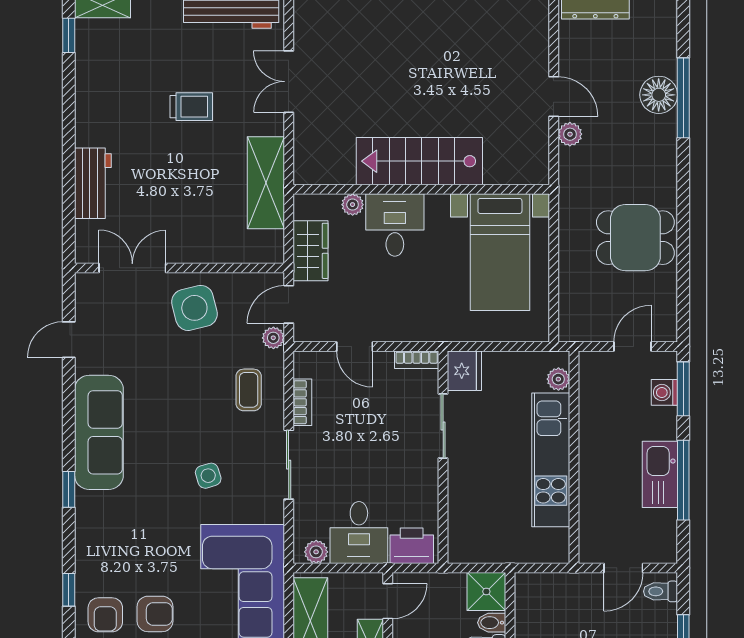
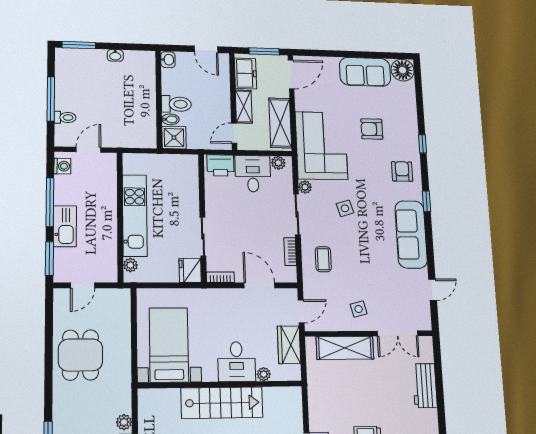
shelving: (266, 183) -> (345, 348), moved, turned 90
dining table: (635, 238) -> (80, 355), turned 90
side table: (194, 308) -> (359, 309), width x0.54, depth x0.54
plant: (273, 338) -> (305, 187), moved
door: (355, 347) -> (259, 285), width x1.38
washing machine: (664, 392) -> (62, 166), moved
kitchen sink: (660, 474) -> (65, 226), moved
toilet: (660, 591) -> (65, 117), moved
armchair: (105, 615) -> (402, 171), moved

